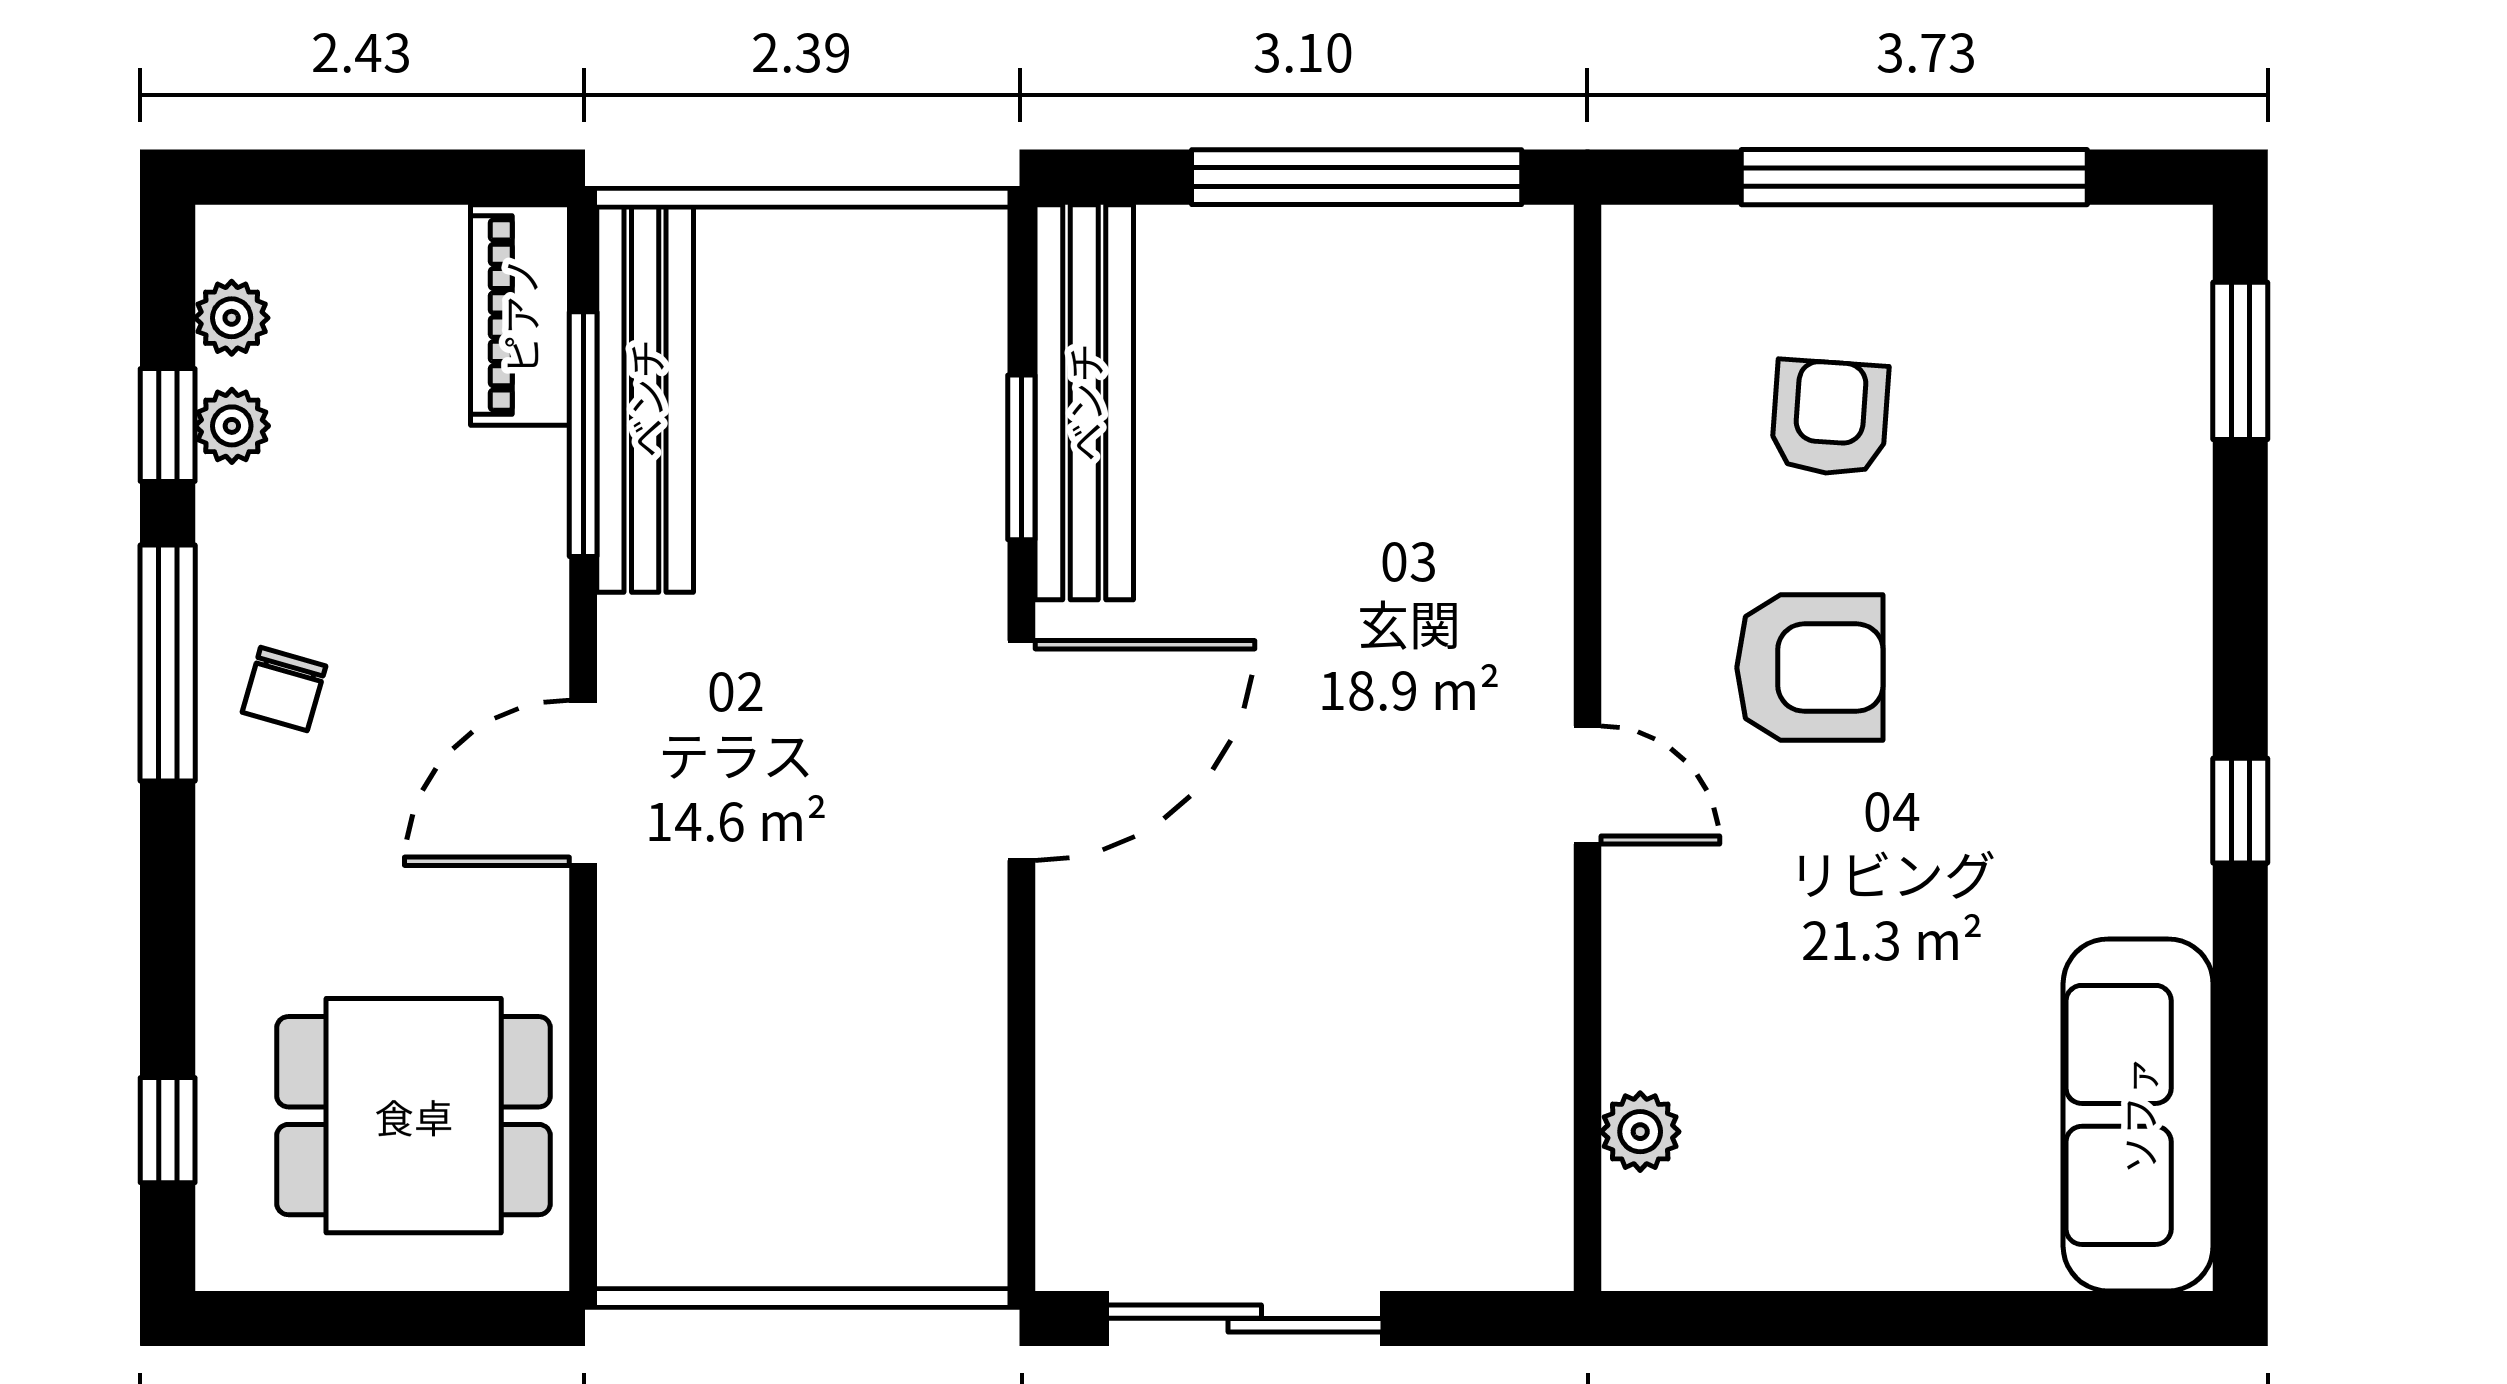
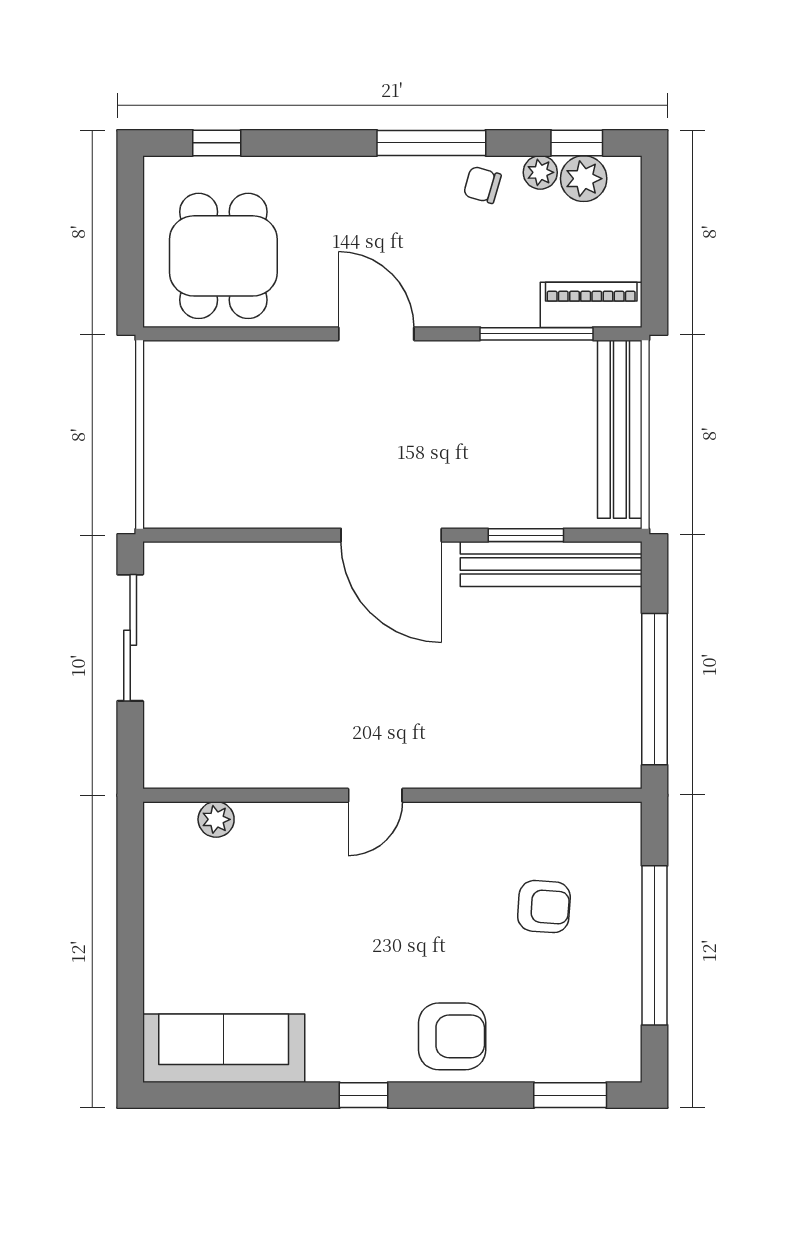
plant: (232, 318) -> (584, 179), width x1.38, depth x1.38
bench: (645, 398) -> (620, 429), moved, turned 90
window: (168, 425) -> (577, 143), moved
armchair: (1810, 668) -> (452, 1036), moved, turned -90
chair: (284, 689) -> (482, 185), moved

